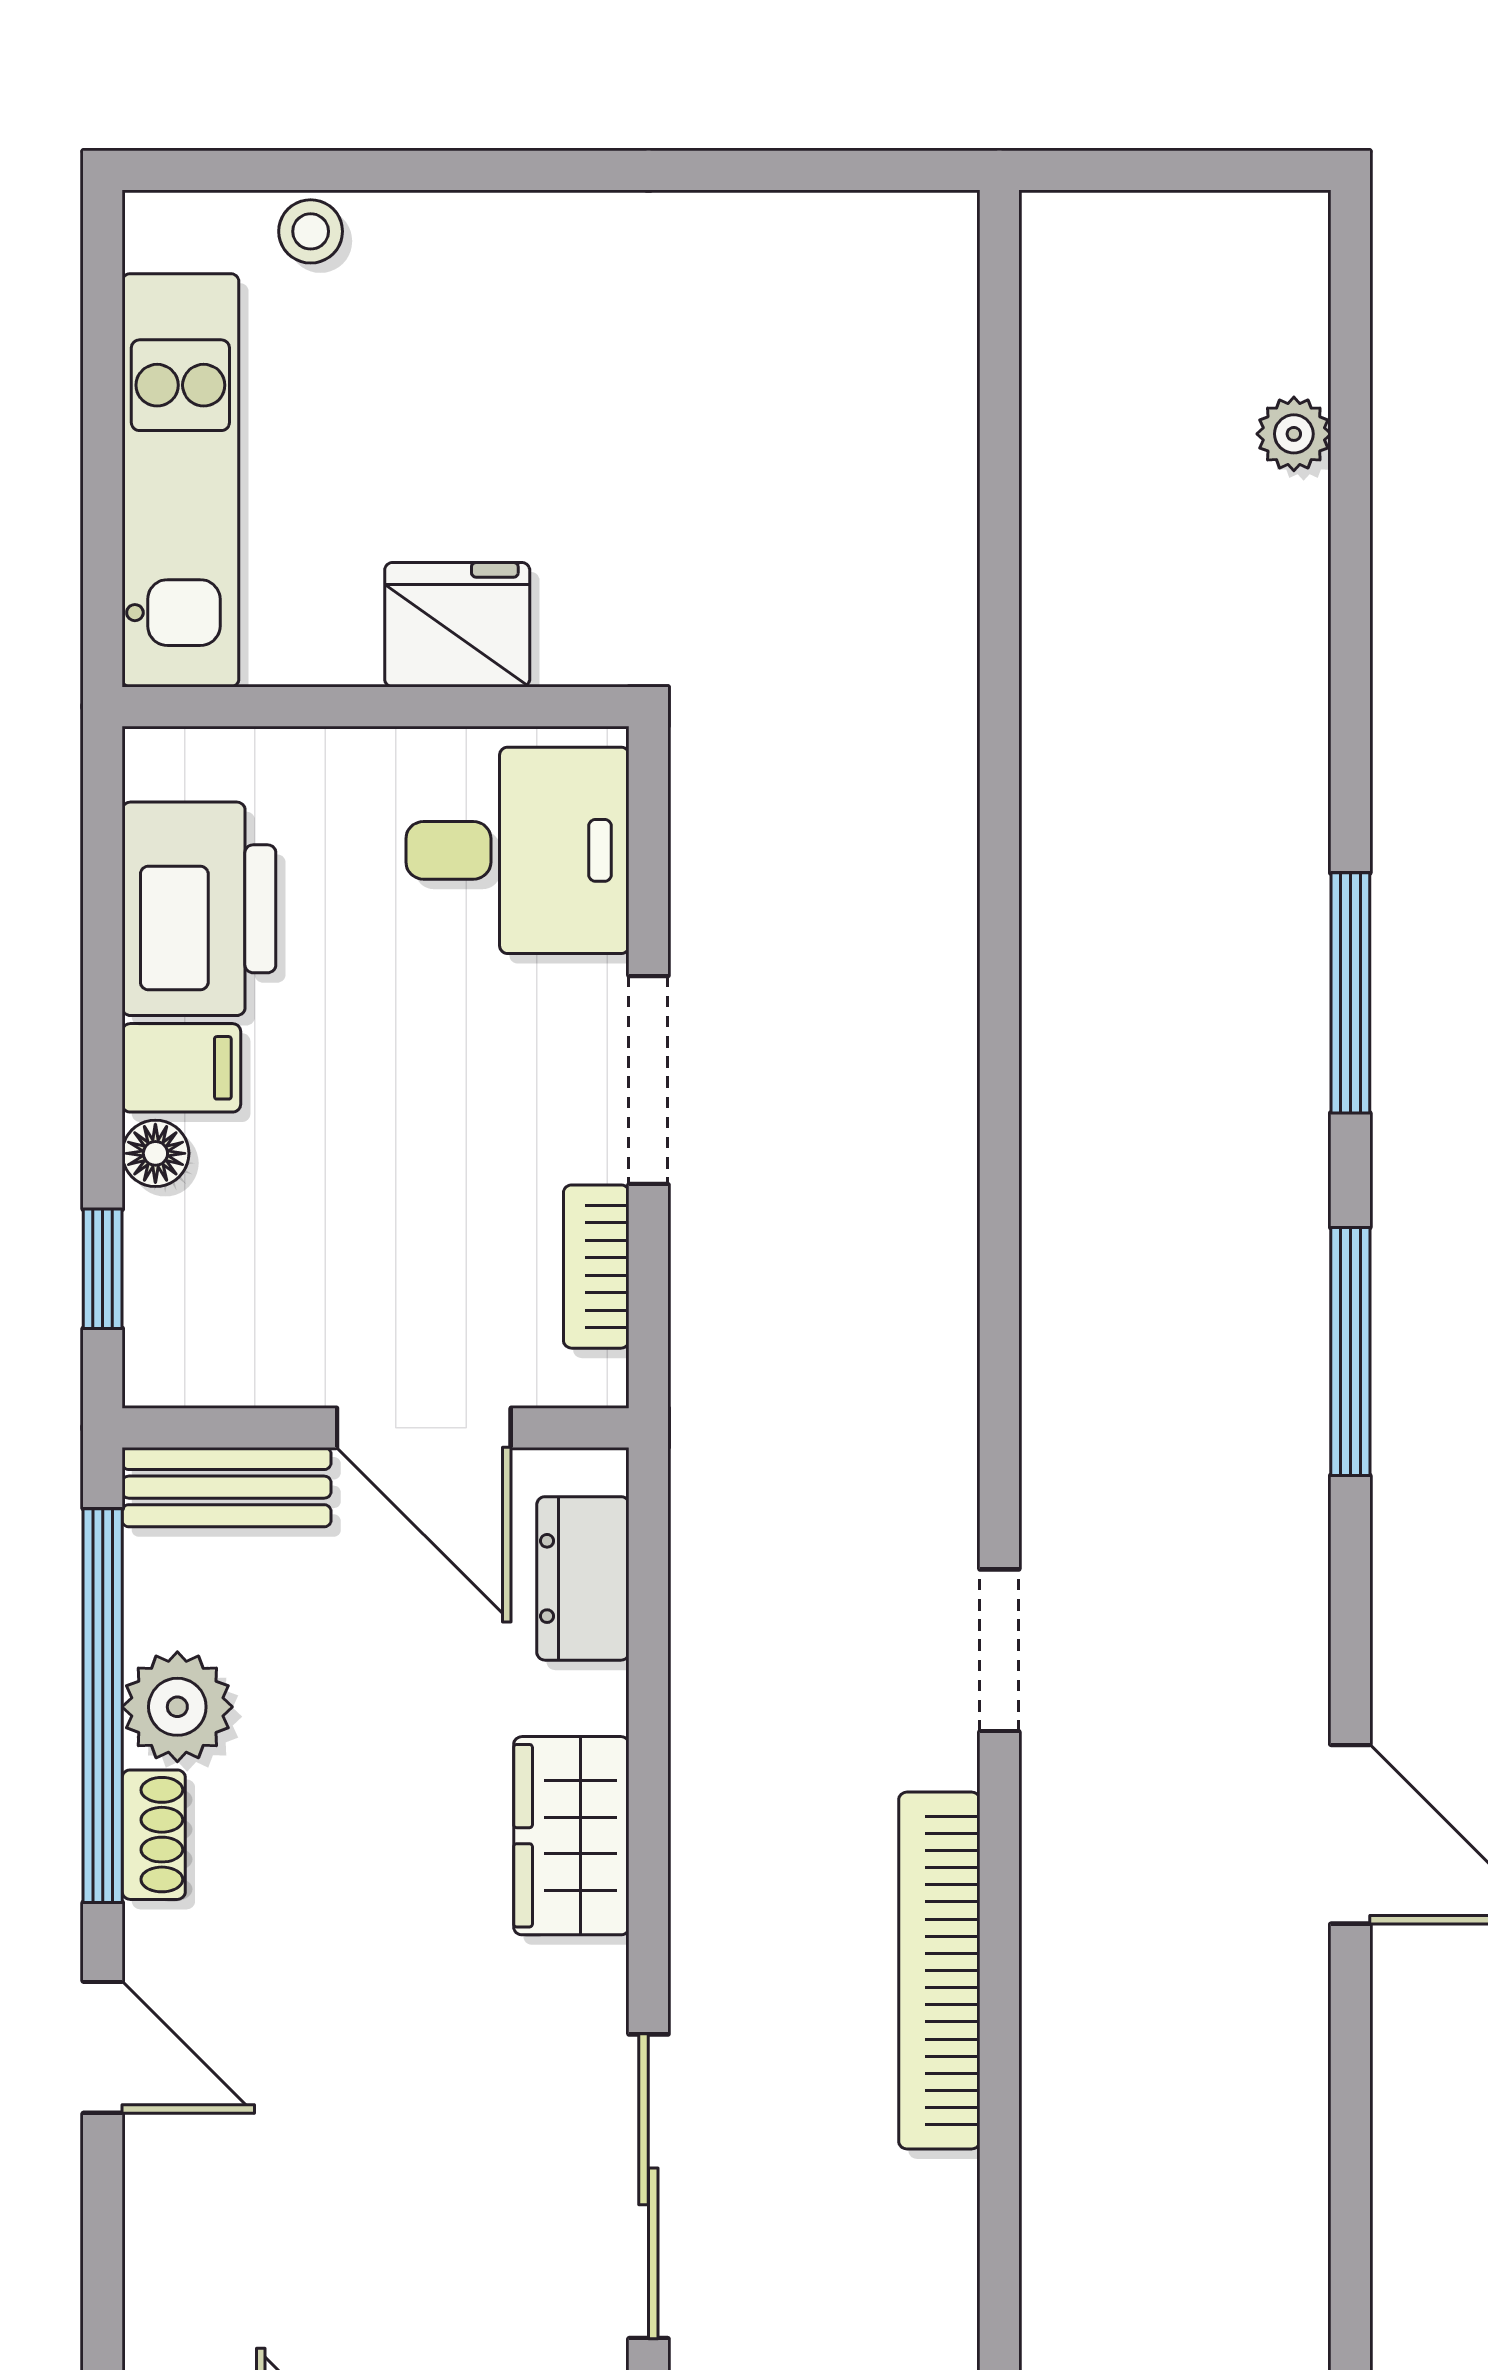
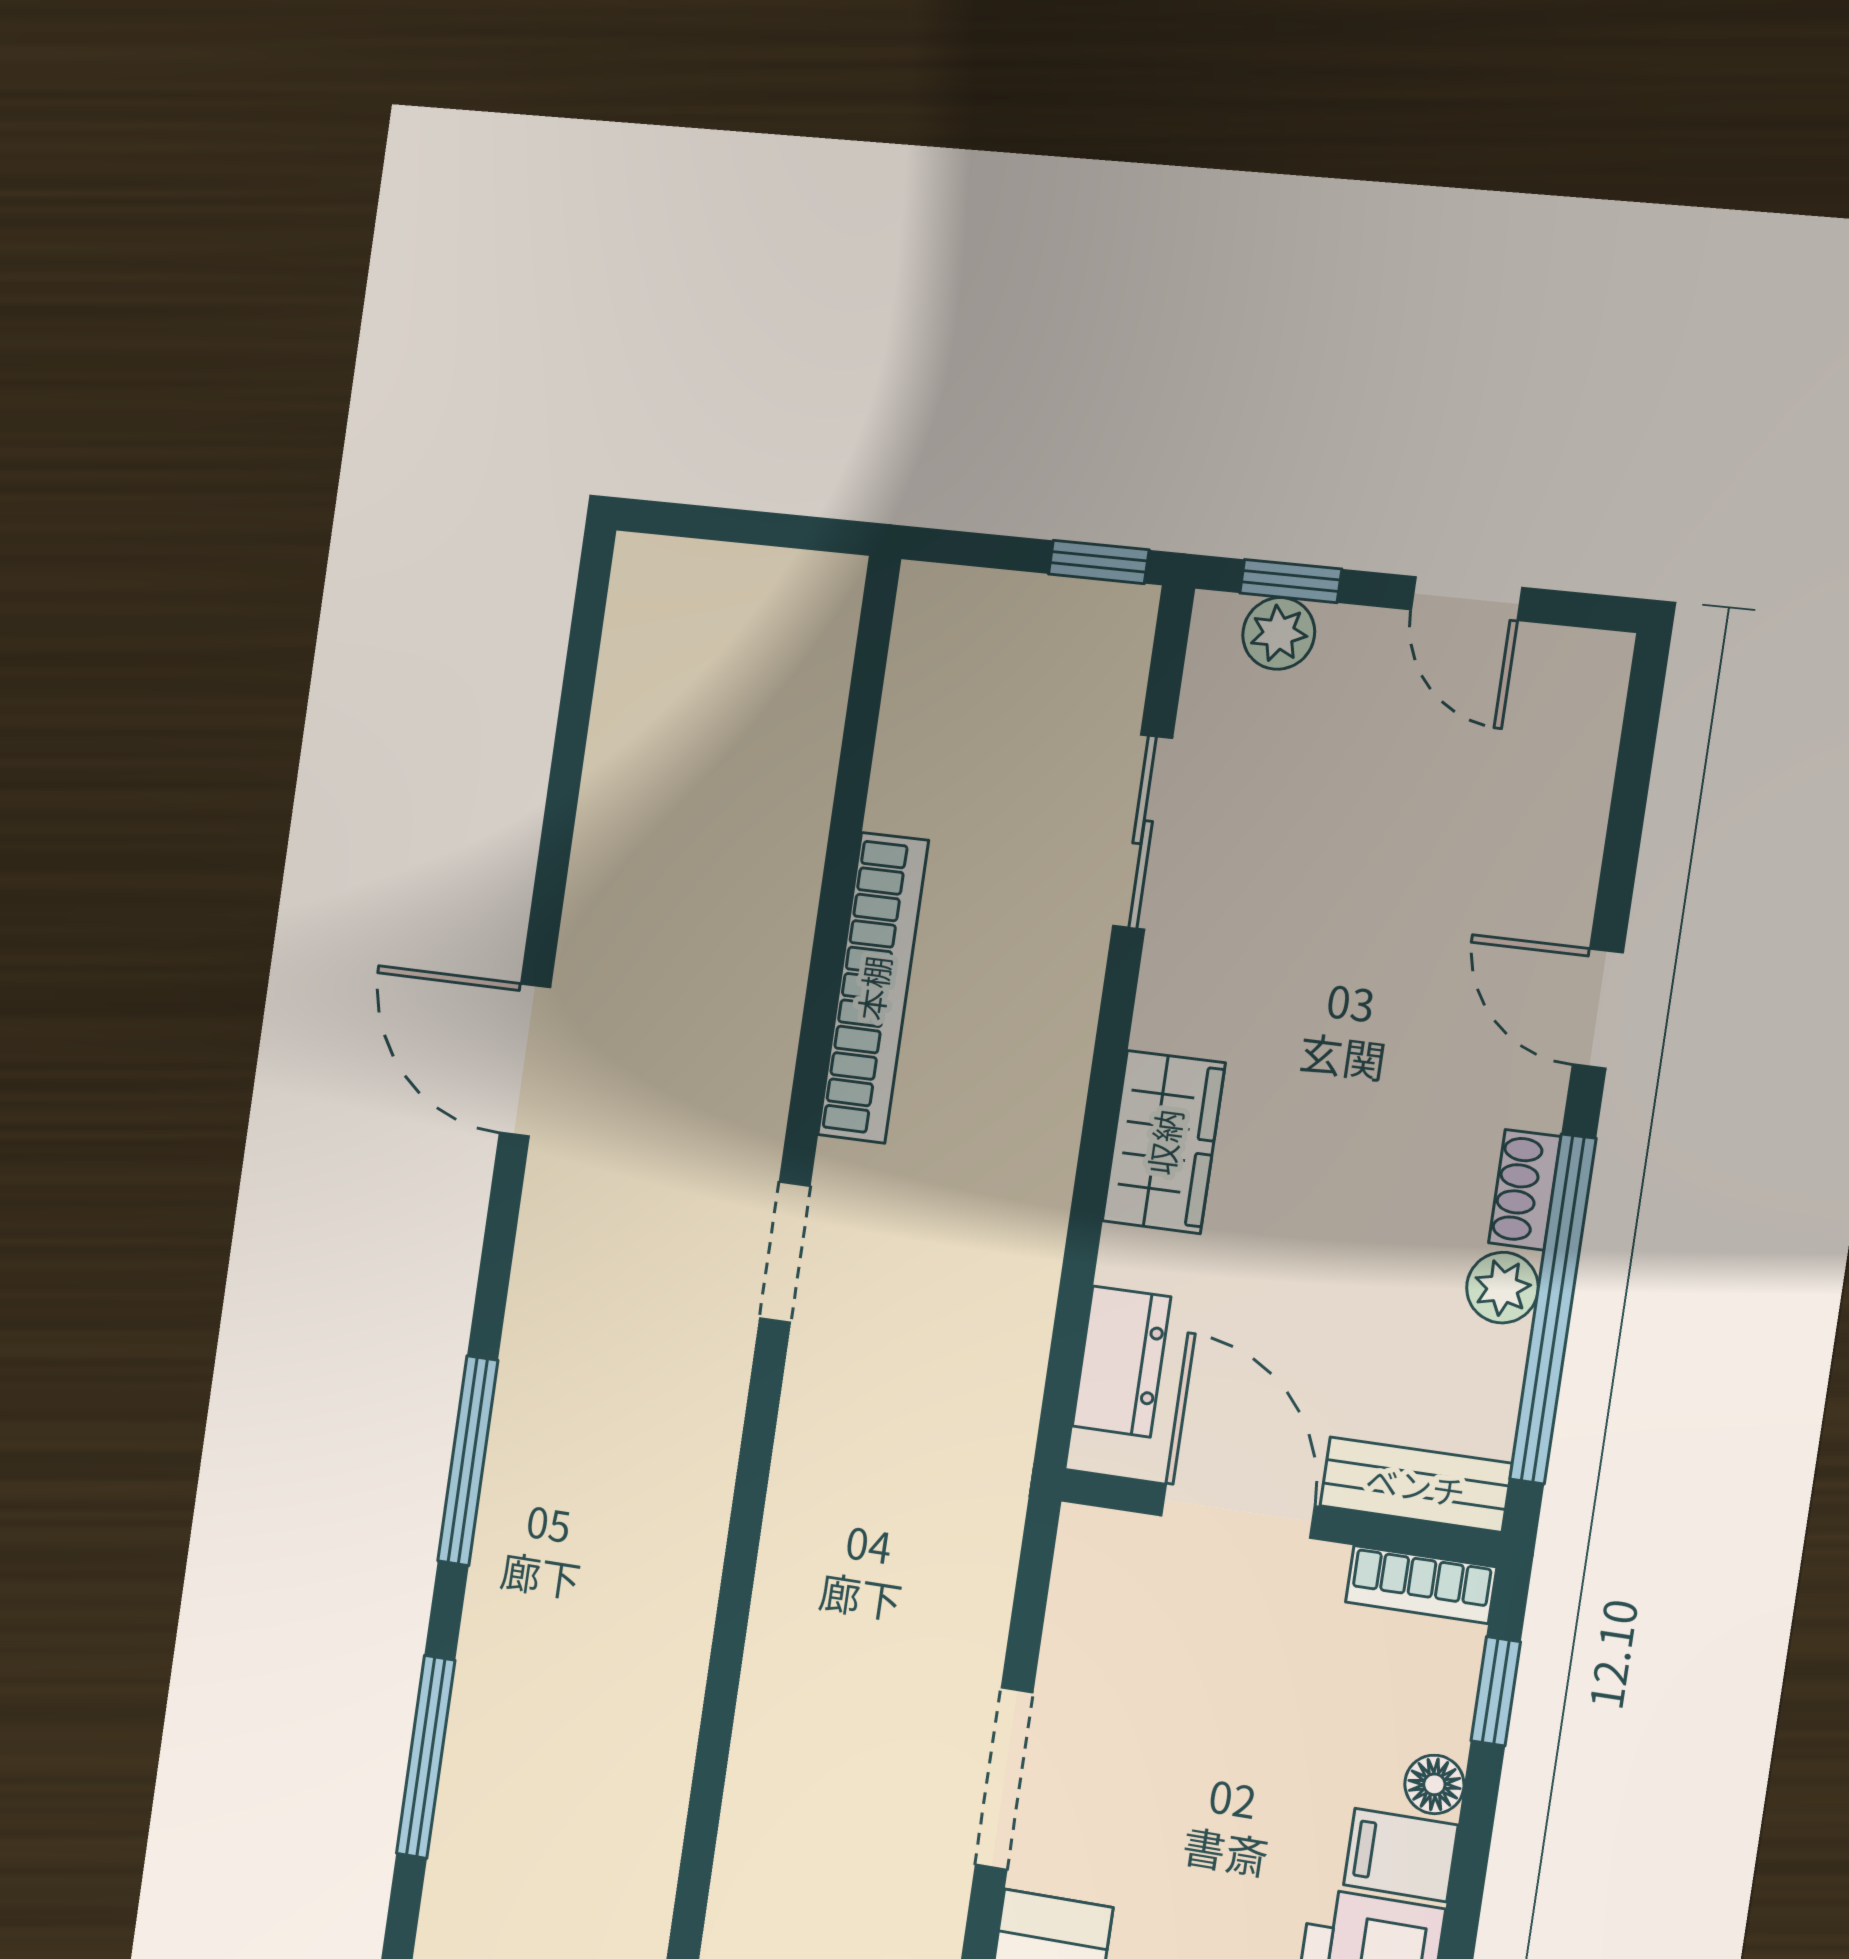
bookcase: (596, 1267) -> (1421, 1585), moved, turned 90
plant: (177, 1707) -> (1502, 1288), width x0.73, depth x0.73
sliding door: (648, 2186) -> (1143, 832), width x0.73

